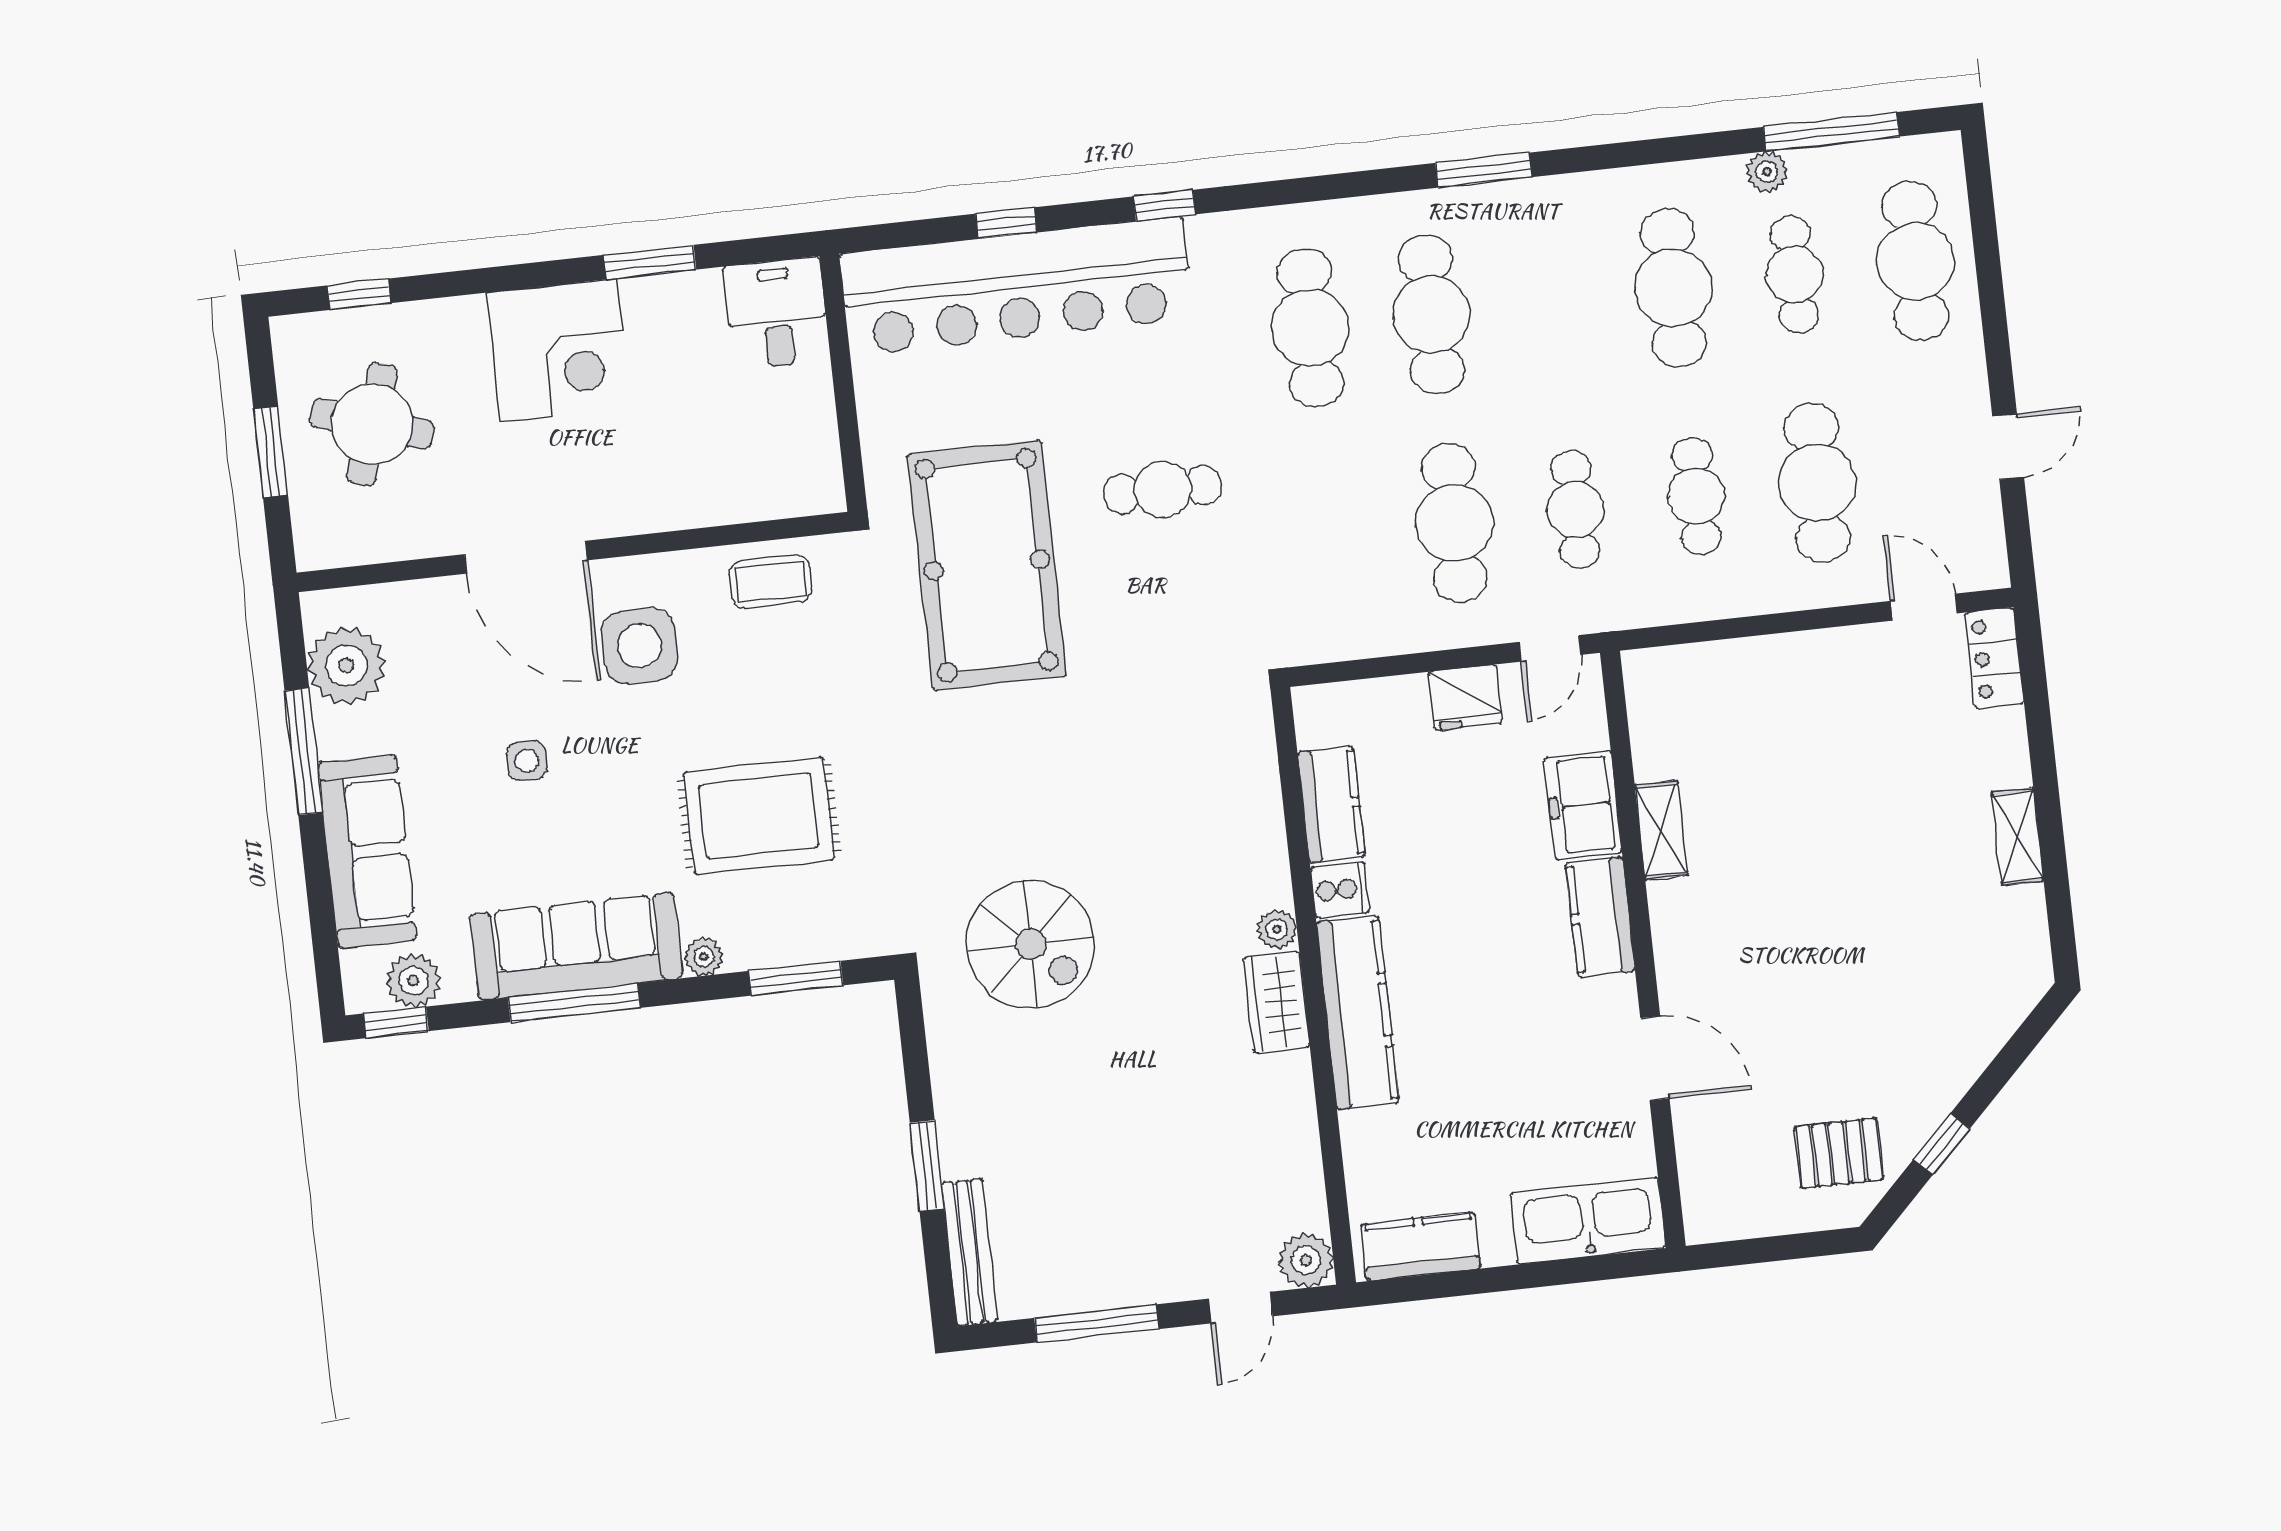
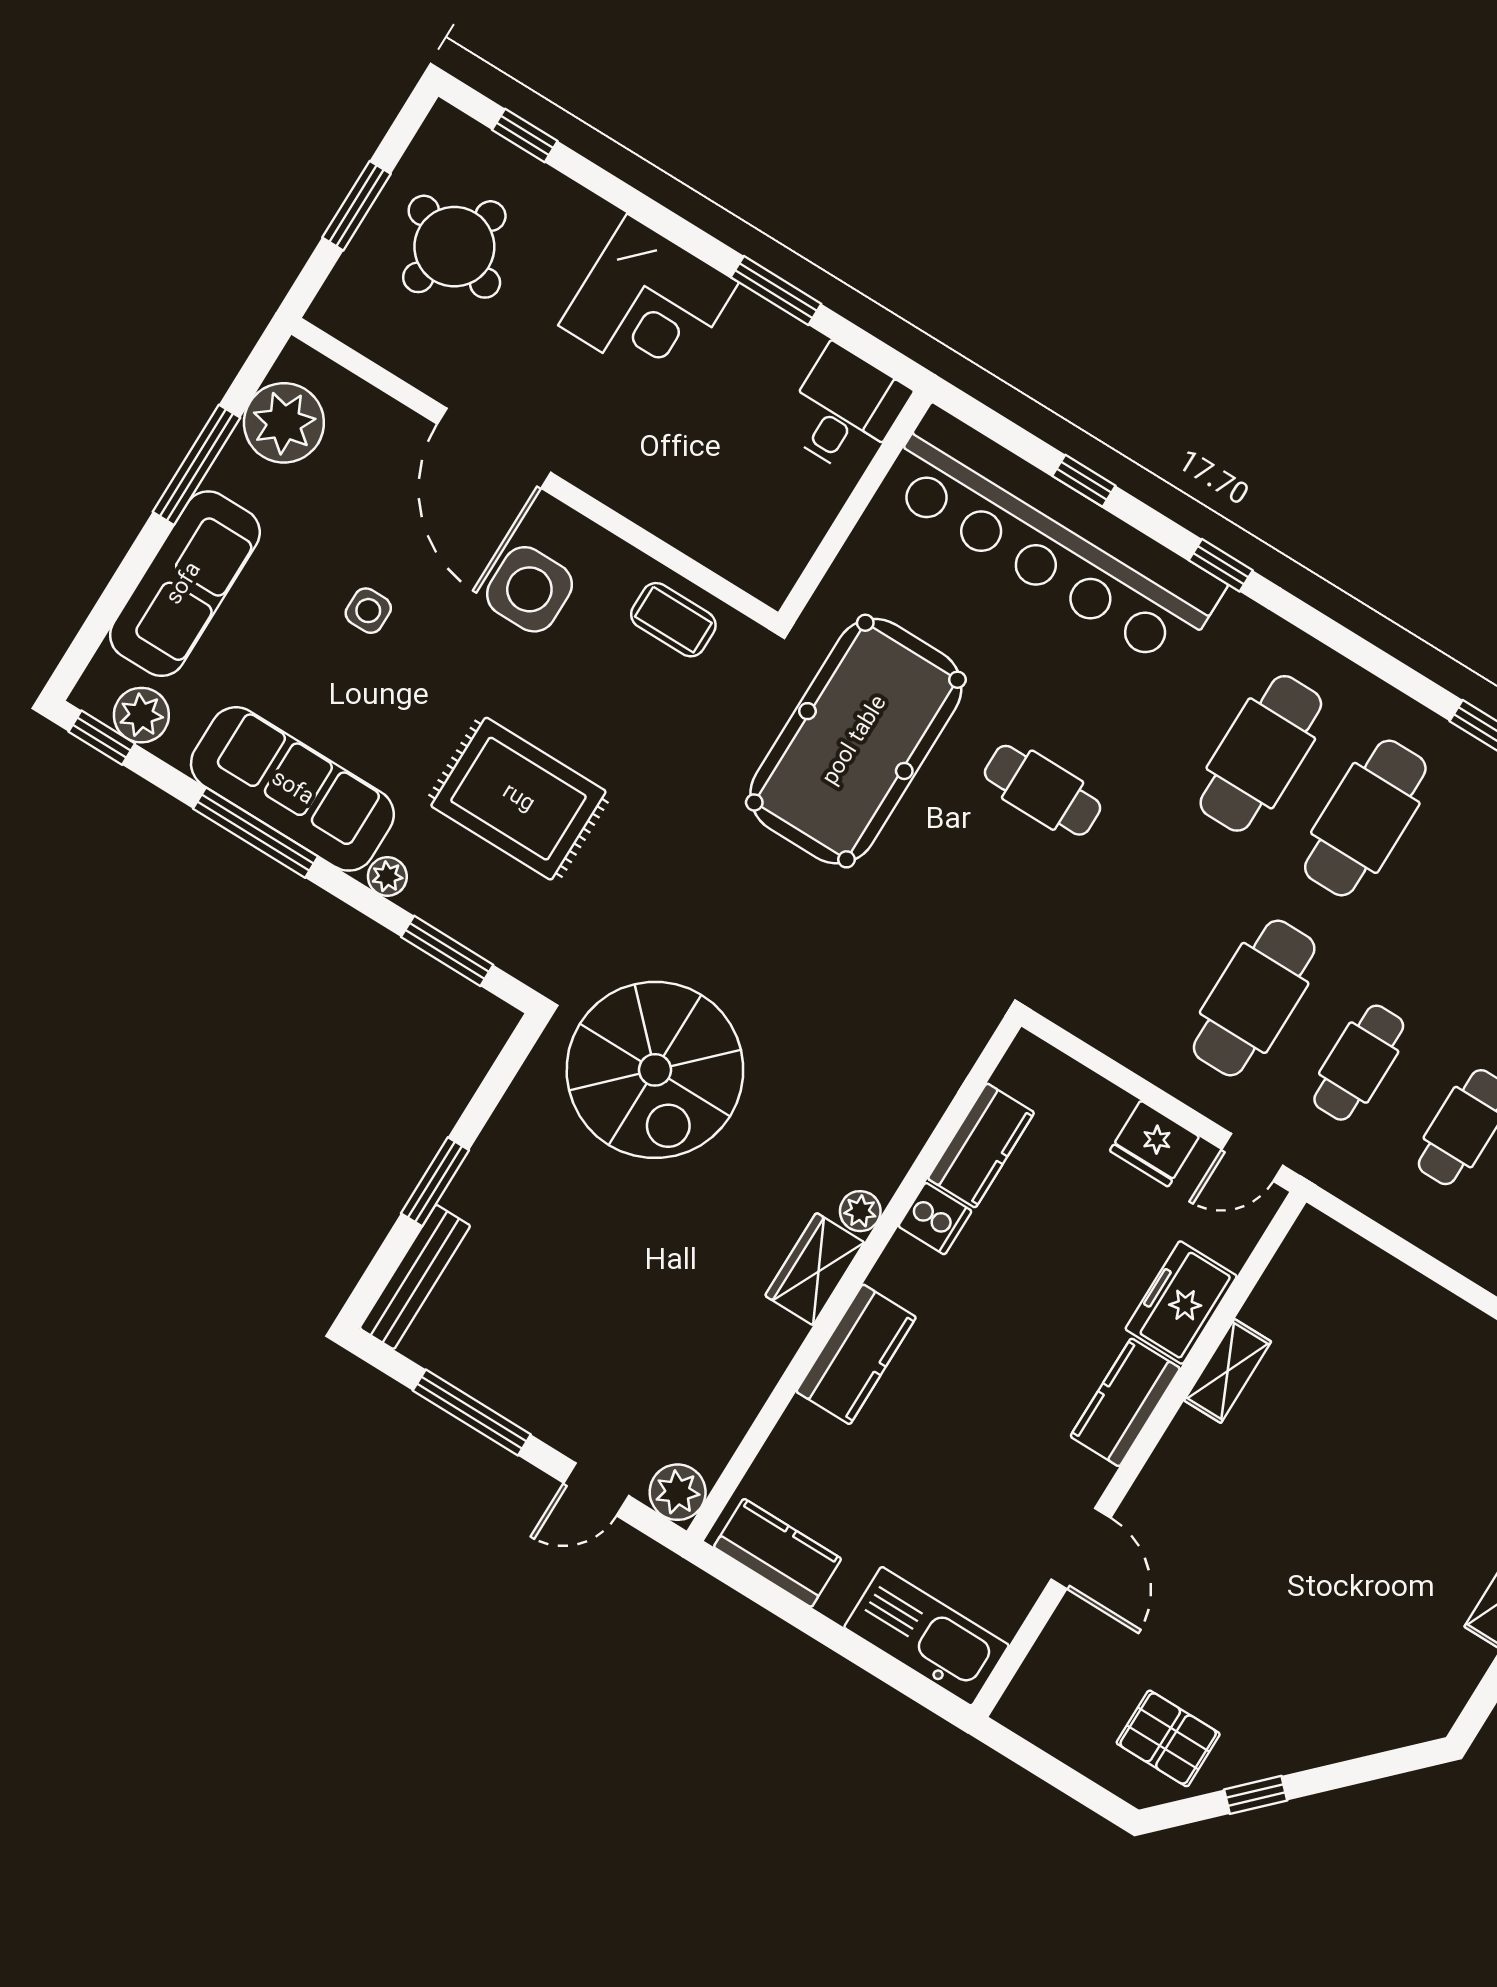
spiral stairs: (1031, 944) -> (655, 1070), width x1.37, depth x1.37
kitchen counter: (1358, 1012) -> (856, 1354), width x0.67

